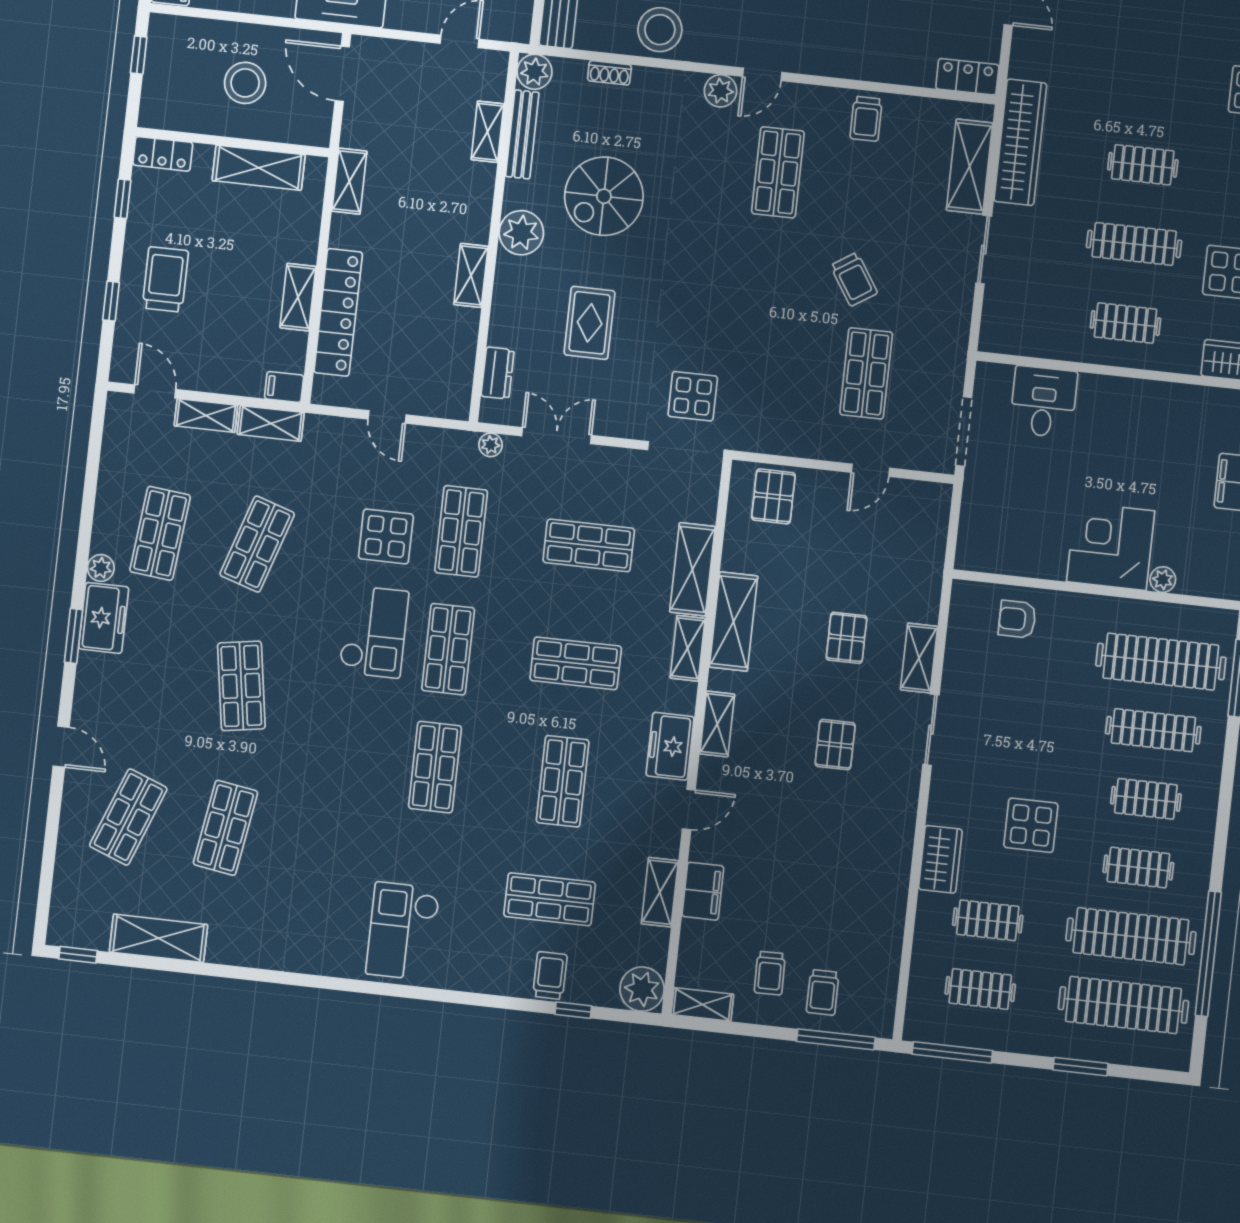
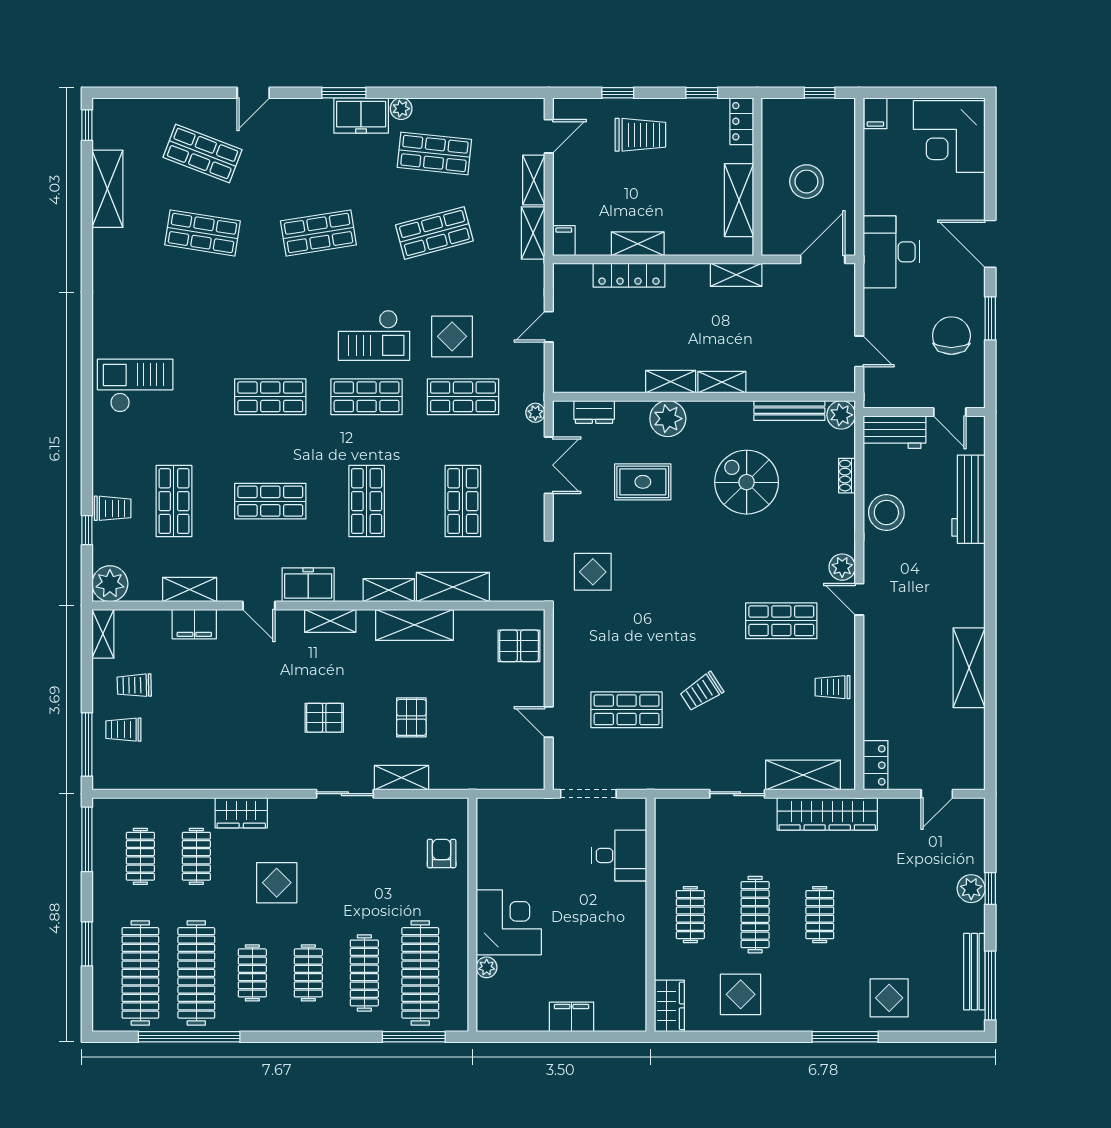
shelving: (487, 132) -> (722, 382), moved
plant: (521, 233) -> (668, 419), moved
locker: (338, 312) -> (629, 275), width x0.71, depth x0.83
shop shelf: (257, 544) -> (434, 233), turned -33
pallet: (847, 638) -> (411, 717), turned 90

